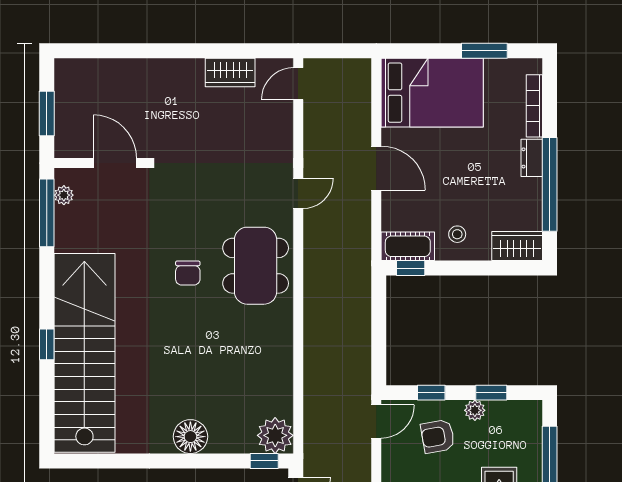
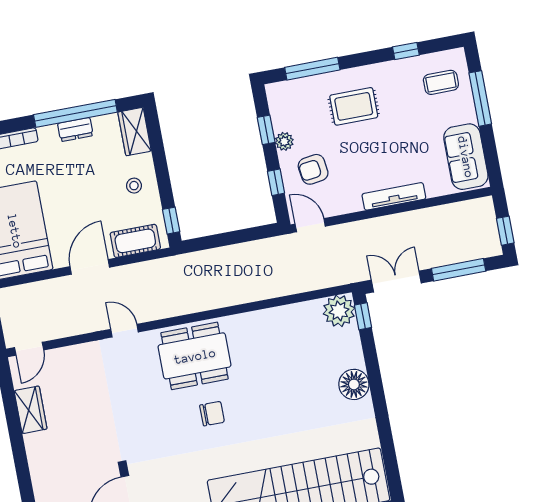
door: (298, 84) -> (29, 349), hinge flipped
dresser: (532, 158) -> (75, 130), moved
cot: (408, 246) -> (135, 241), moved, turned 90
armchair: (438, 436) -> (313, 169), turned 92

